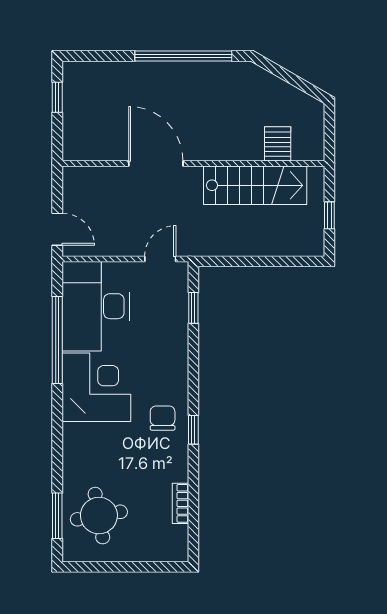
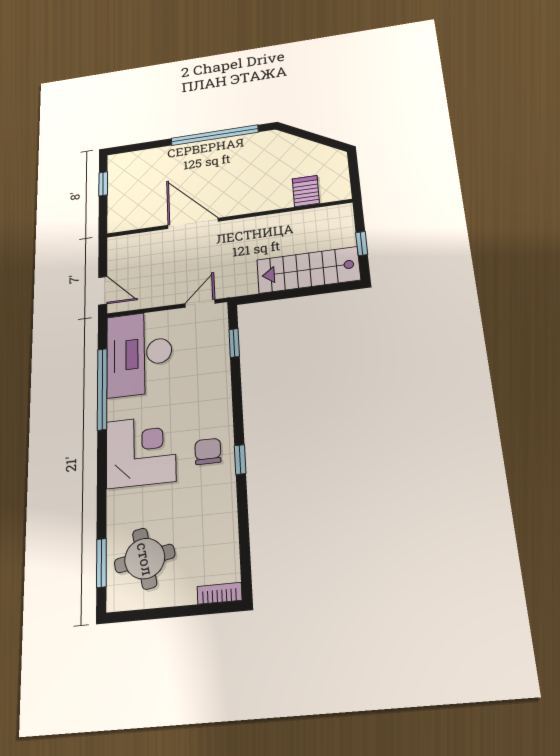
stairs: (255, 185) -> (308, 270), moved, turned 180
corner desk: (96, 387) -> (141, 451), moved
bookcase: (180, 503) -> (220, 593), moved, turned 90

